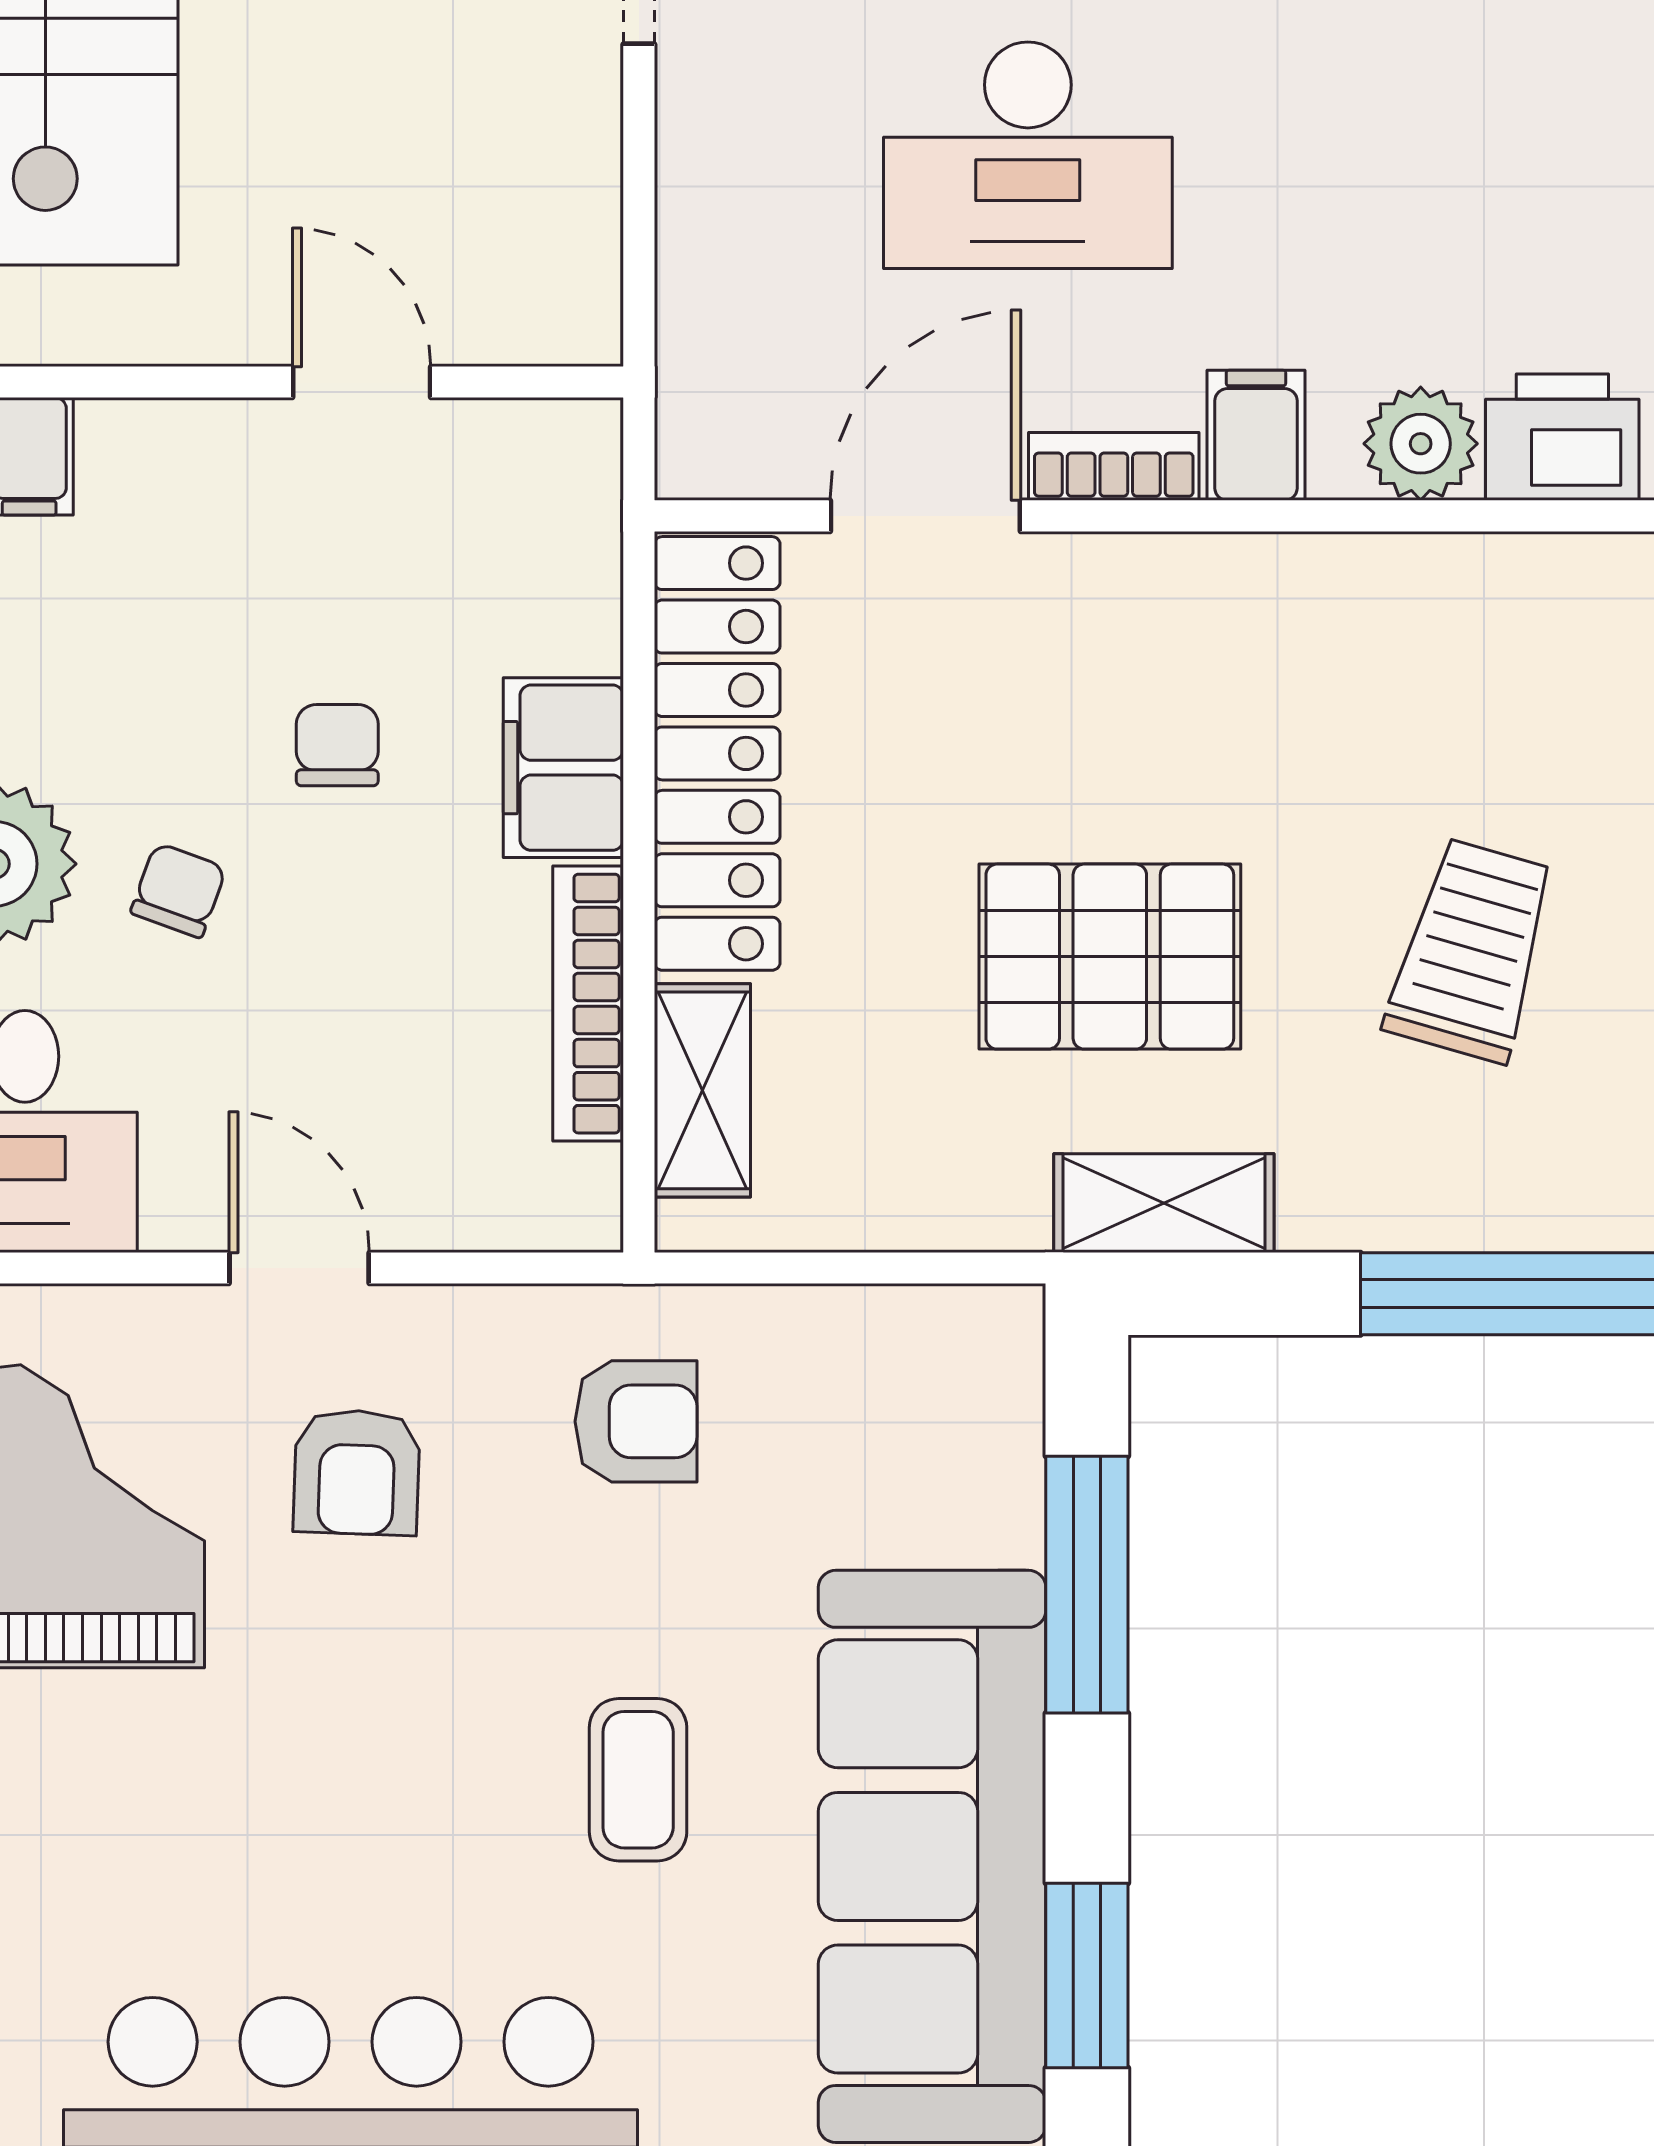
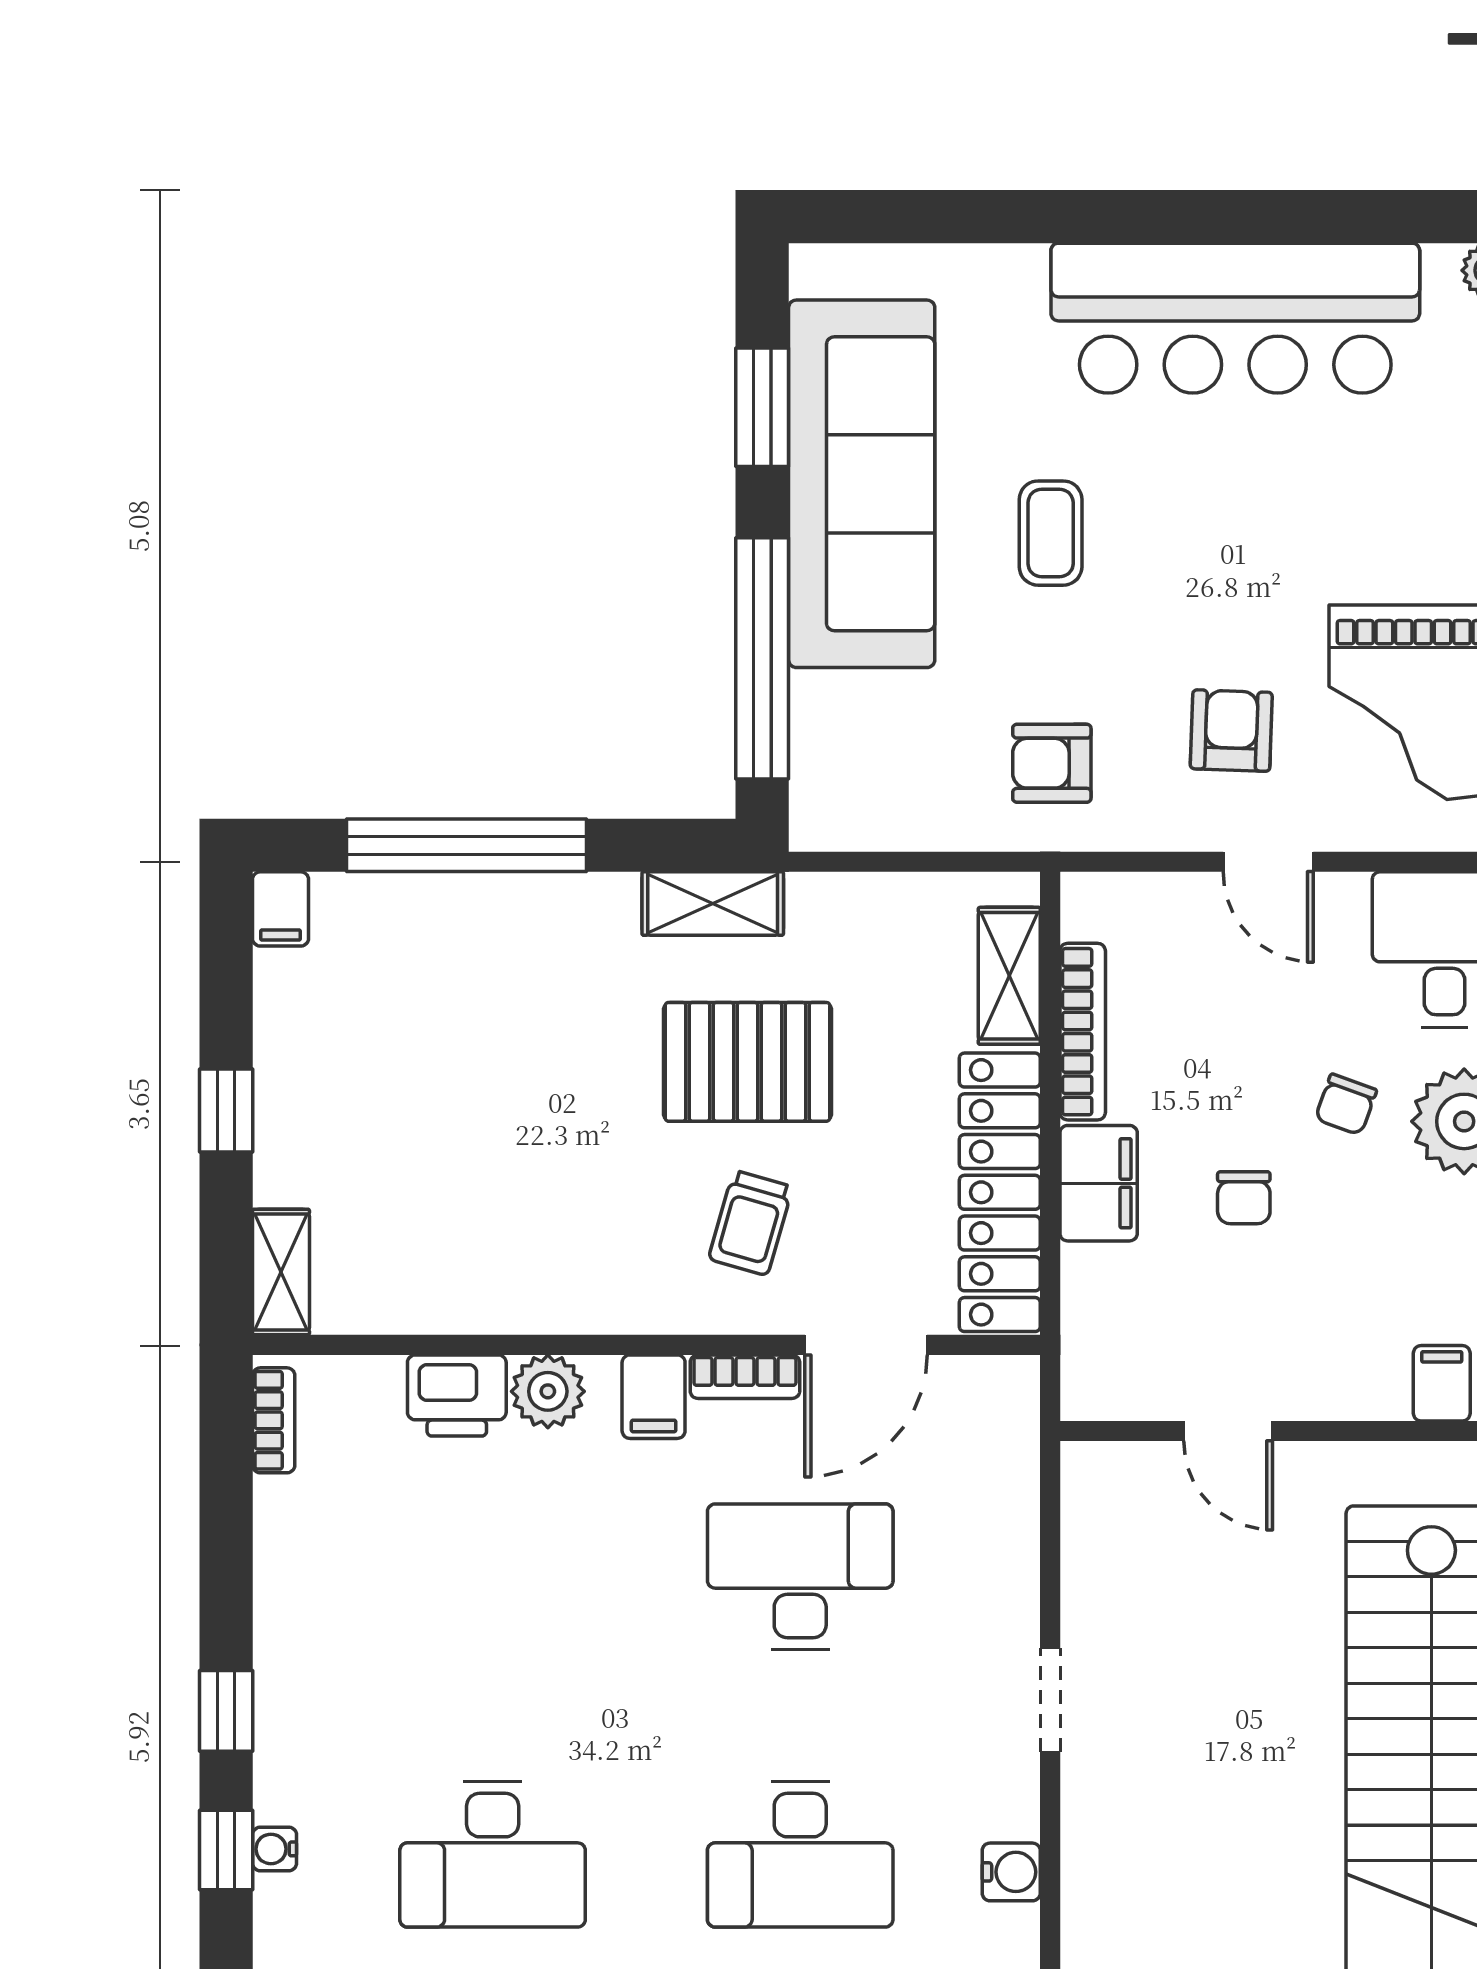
trolley: (1471, 950) -> (751, 1223), moved, width x0.73, depth x0.72
window: (1087, 1585) -> (762, 658), width x1.46

